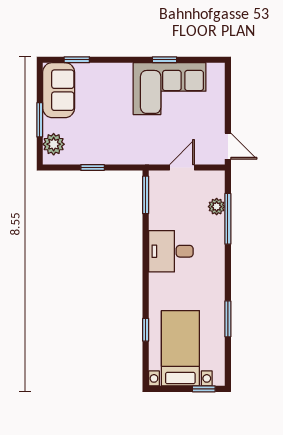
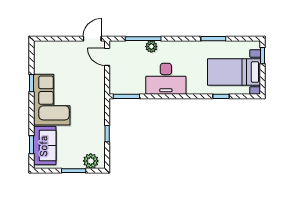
corner sofa: (170, 89) -> (52, 100), moved
sofa: (59, 90) -> (45, 146), moved, turned 90
door: (182, 167) -> (107, 57), moved
plant: (217, 207) -> (151, 47), moved
desk: (171, 251) -> (166, 79), width x1.37

